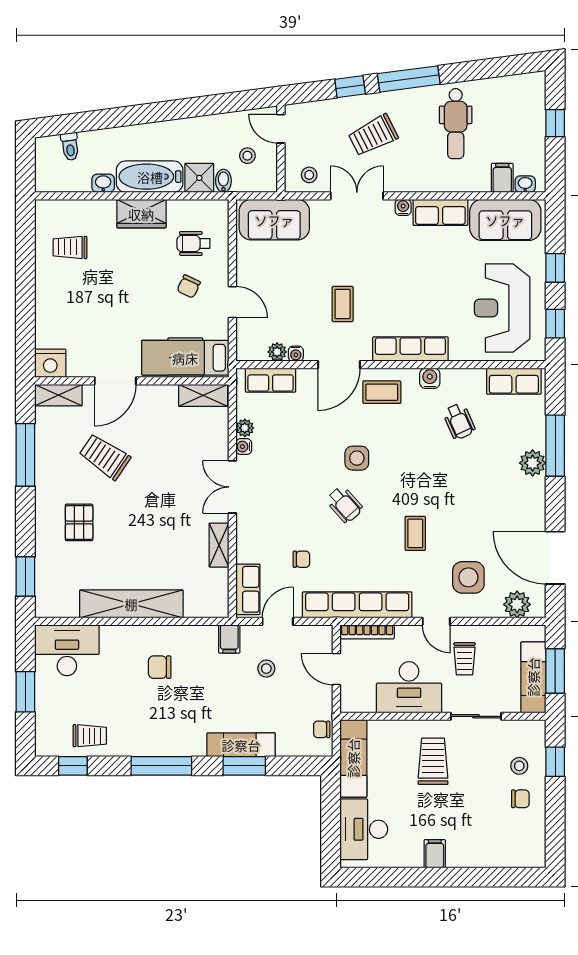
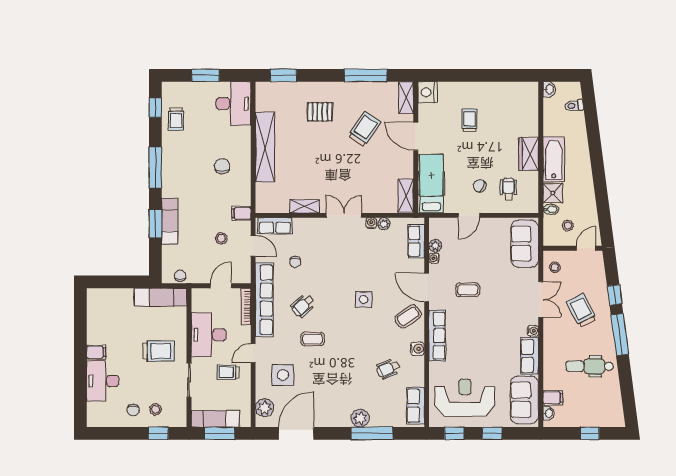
washbasin: (103, 183) -> (549, 89), moved
trolley: (70, 247) -> (470, 120), moved
coffee table: (382, 392) -> (408, 316), turned 55
wheelchair: (344, 504) -> (303, 305), moved
desk: (364, 829) -> (103, 381), moved, turned -90

